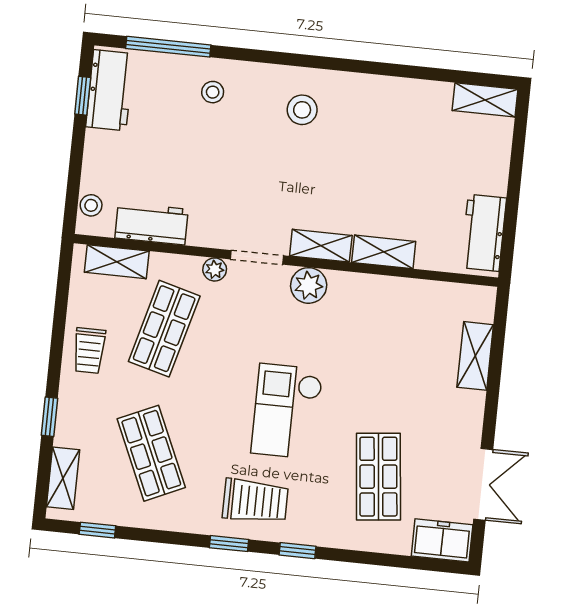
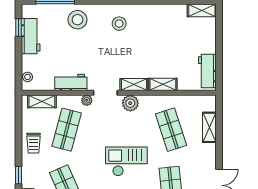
workbench: (110, 90) -> (31, 36), moved
stool: (213, 92) -> (78, 20), width x1.89, depth x1.89
workbench: (152, 224) -> (71, 82), moved
shop shelf: (391, 352) -> (171, 130), added
checkout: (287, 411) -> (126, 161), turned 90

